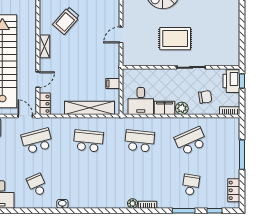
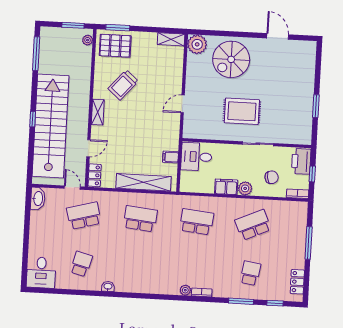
window: (242, 30) -> (316, 106), added
window: (242, 81) -> (312, 174), moved
desk: (141, 101) -> (196, 157), moved, turned 90
school desk: (37, 185) -> (81, 264), turned 39

